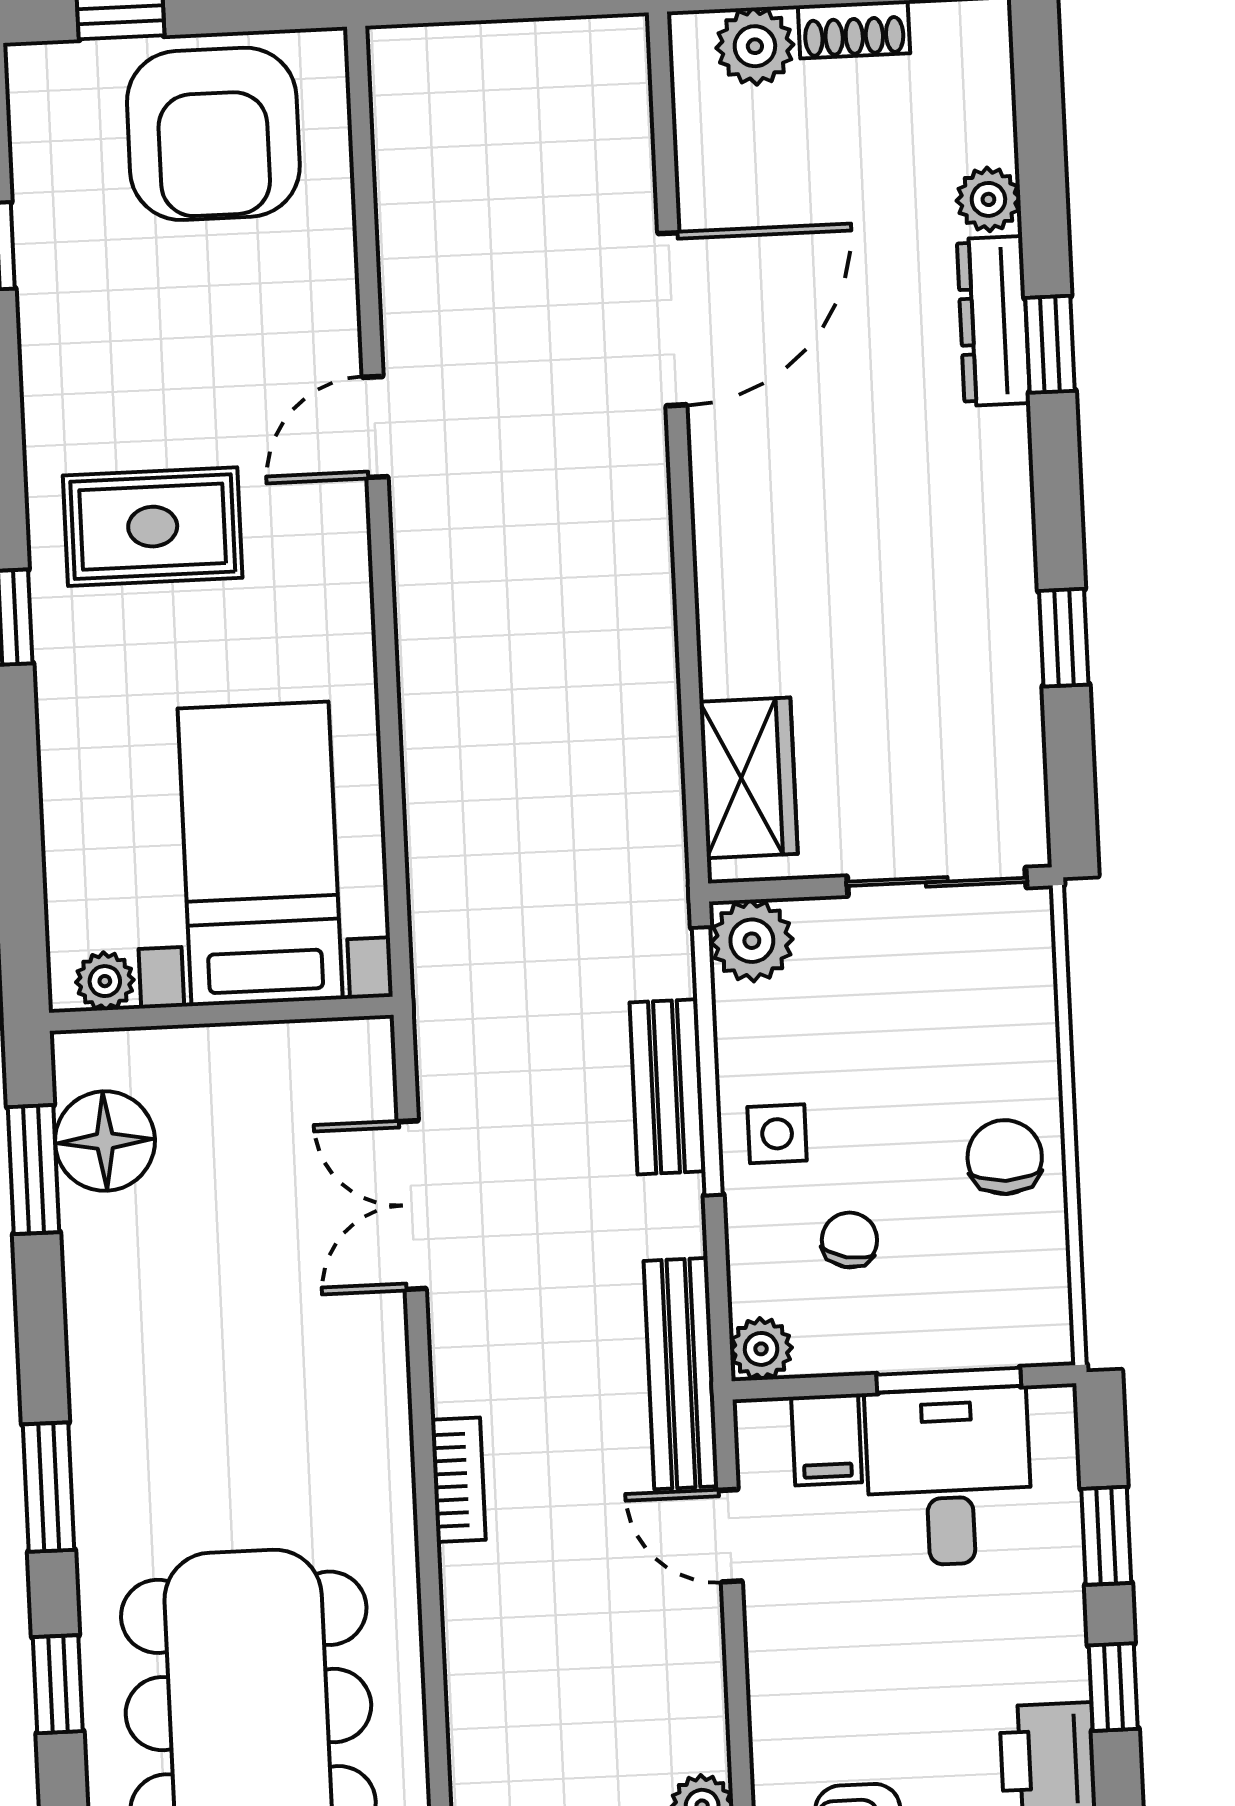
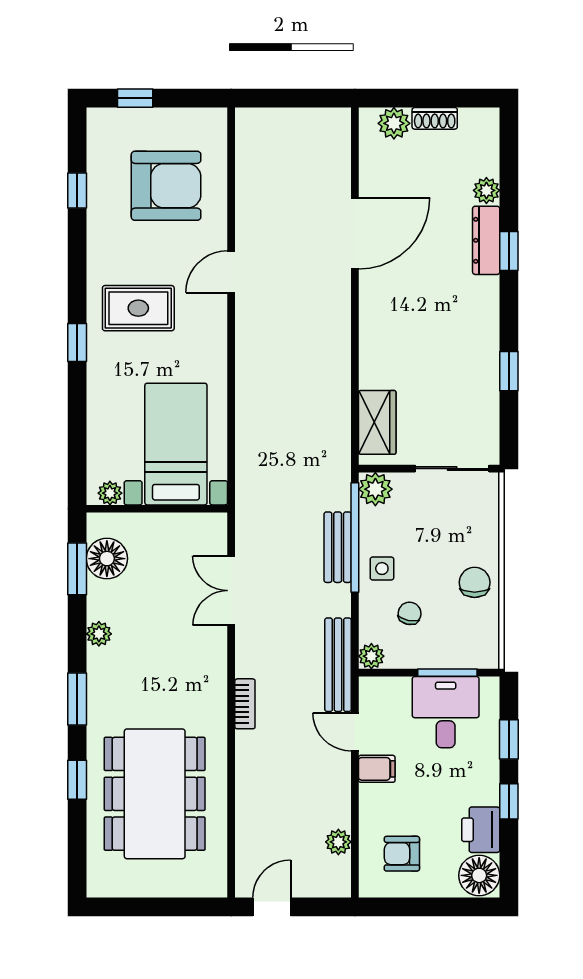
armchair: (213, 134) -> (166, 186), moved, turned -90
plant: (94, 1326) -> (99, 634), added
filing cabinet: (827, 1440) -> (377, 769), moved, turned -90

